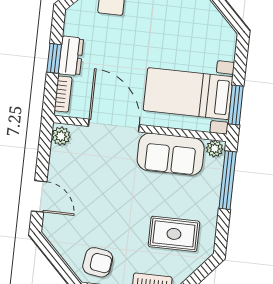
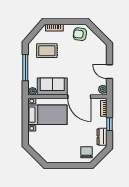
dresser: (71, 56) -> (102, 137), moved
window: (236, 105) -> (25, 112), removed
window: (228, 180) -> (25, 68), moved
door: (39, 196) -> (110, 72), moved

